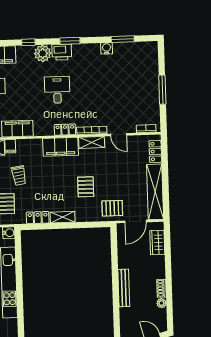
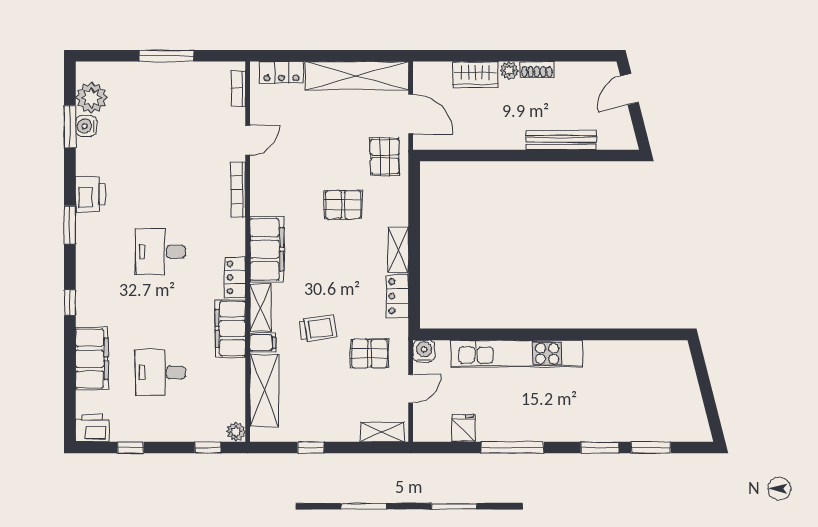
water cooler: (107, 48) -> (86, 126), moved
printer: (62, 52) -> (90, 194), moved
plant: (43, 53) -> (91, 98), moved
locker: (65, 130) -> (235, 277), moved
shelving: (92, 142) -> (261, 308), moved
wardrobe: (157, 243) -> (475, 75), moved
bench: (124, 288) -> (561, 140), moved
plant: (161, 303) -> (509, 71), moved

